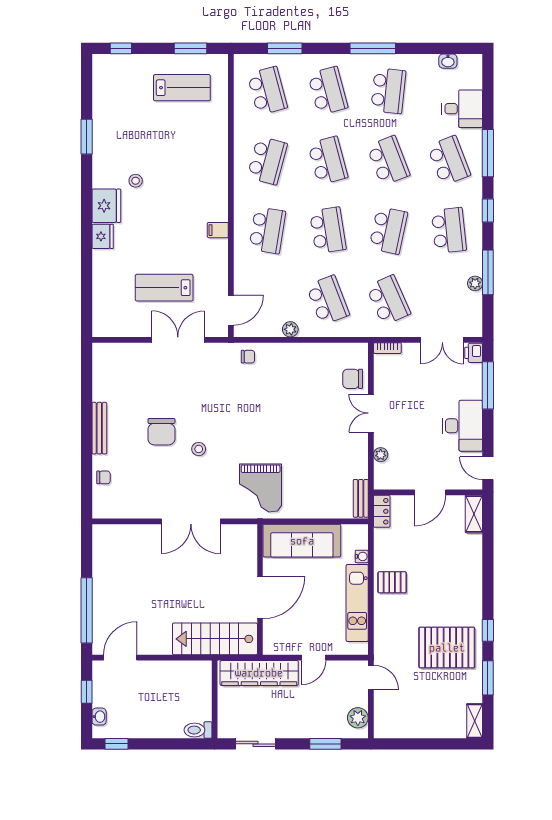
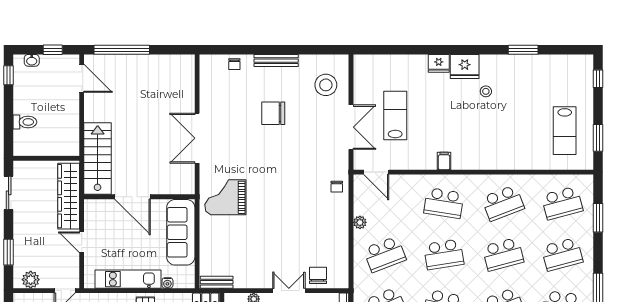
school desk: (267, 161) -> (503, 203), turned -36
stool: (199, 449) -> (326, 85), moved, width x1.89, depth x1.89
toilet: (198, 730) -> (25, 122), moved, turned 90

